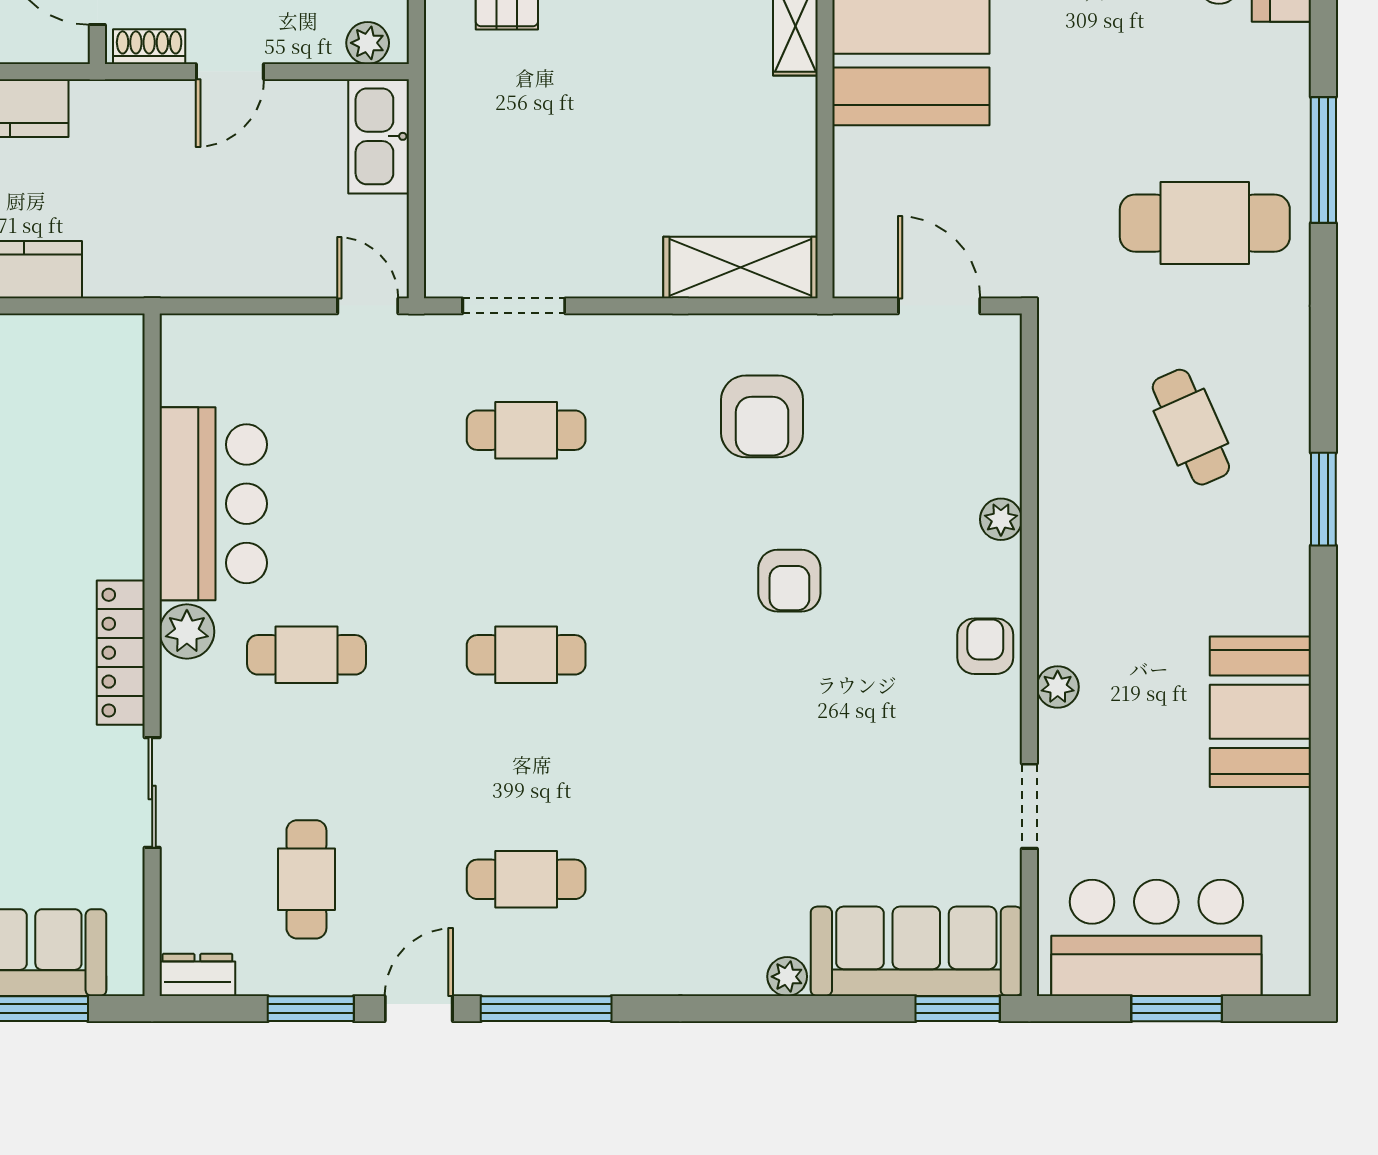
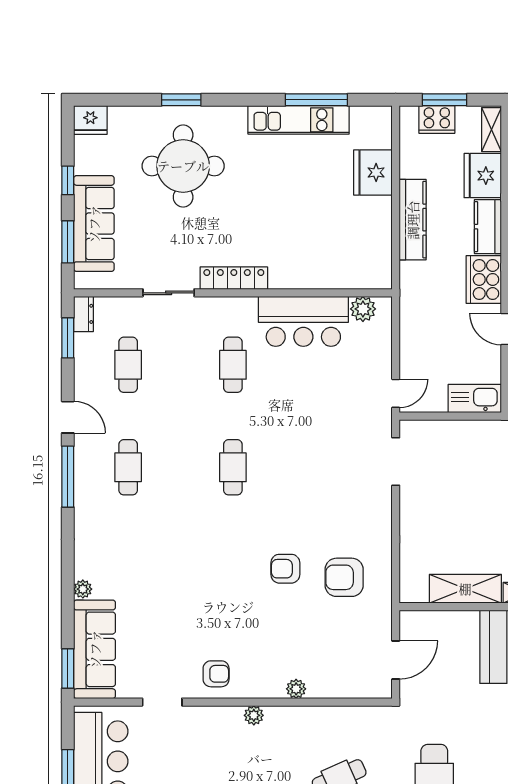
cooker: (124, 117) -> (484, 279), added
shelving: (740, 268) -> (465, 589), moved, turned 90
cafe table: (526, 430) -> (338, 467), removed
armchair: (789, 581) -> (285, 569), moved
plant: (187, 632) -> (363, 309), moved
armchair: (985, 646) -> (216, 674), moved
plant: (1058, 687) -> (254, 715), moved
cafe table: (306, 879) -> (128, 365), turned 90
window: (311, 1009) -> (68, 338), moved

